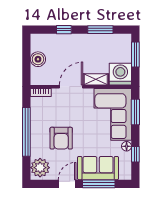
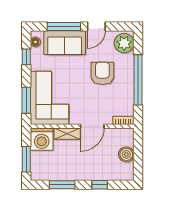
floor lamp: (127, 146) -> (35, 42), moved

